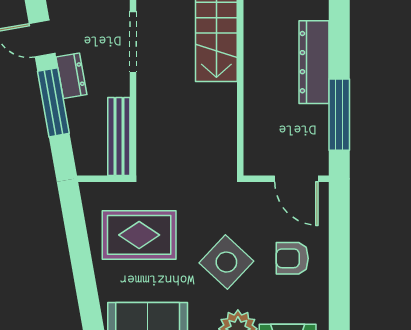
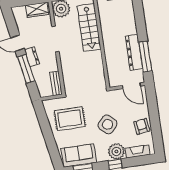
dresser: (314, 62) -> (134, 52), moved
bench: (119, 136) -> (56, 83), width x0.73
armchair: (292, 258) -> (142, 126), moved, turned 82

